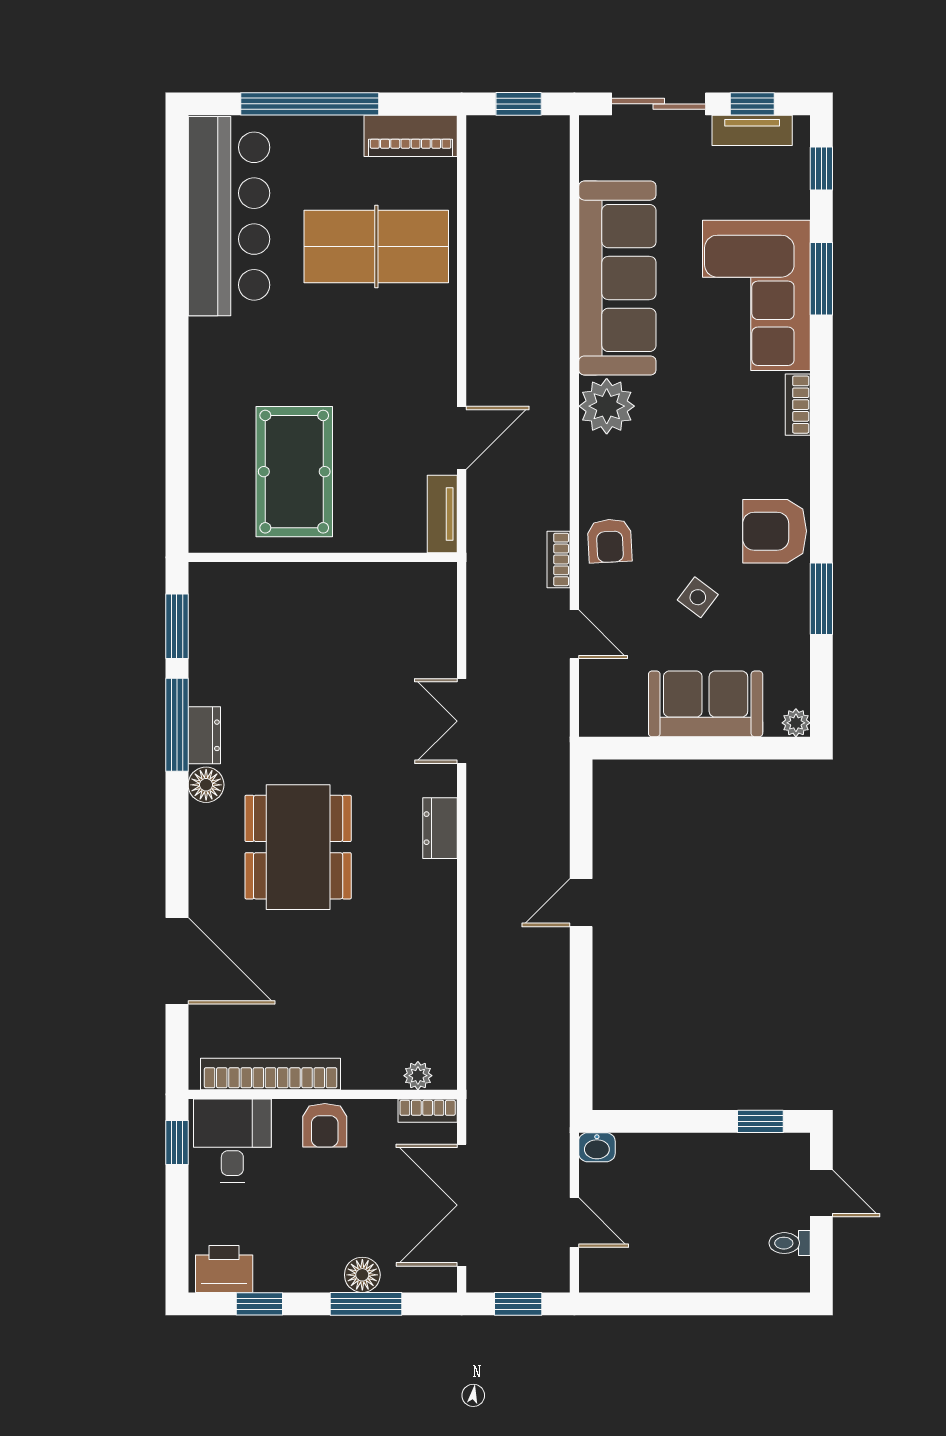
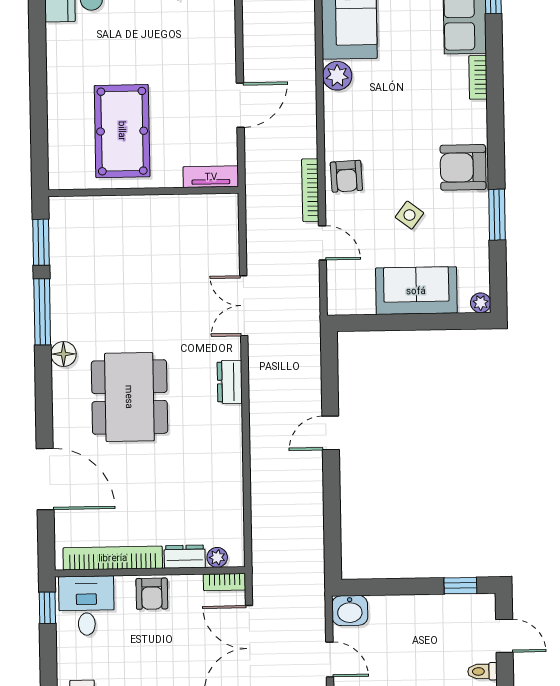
plant: (607, 406) -> (337, 76), width x0.73, depth x0.73
tv unit: (442, 514) -> (211, 177), moved, turned 90
bookcase: (558, 559) -> (310, 190), width x1.56
dresser: (204, 735) -> (185, 557), moved, turned -90
washbasin: (597, 1147) -> (350, 610), width x1.38, depth x1.45

